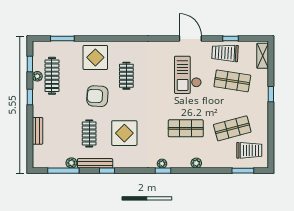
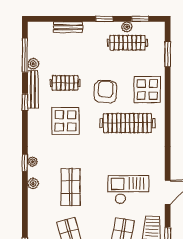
clothes rail: (126, 76) -> (127, 123), width x1.86, depth x1.31
plant: (196, 163) -> (33, 184), moved

